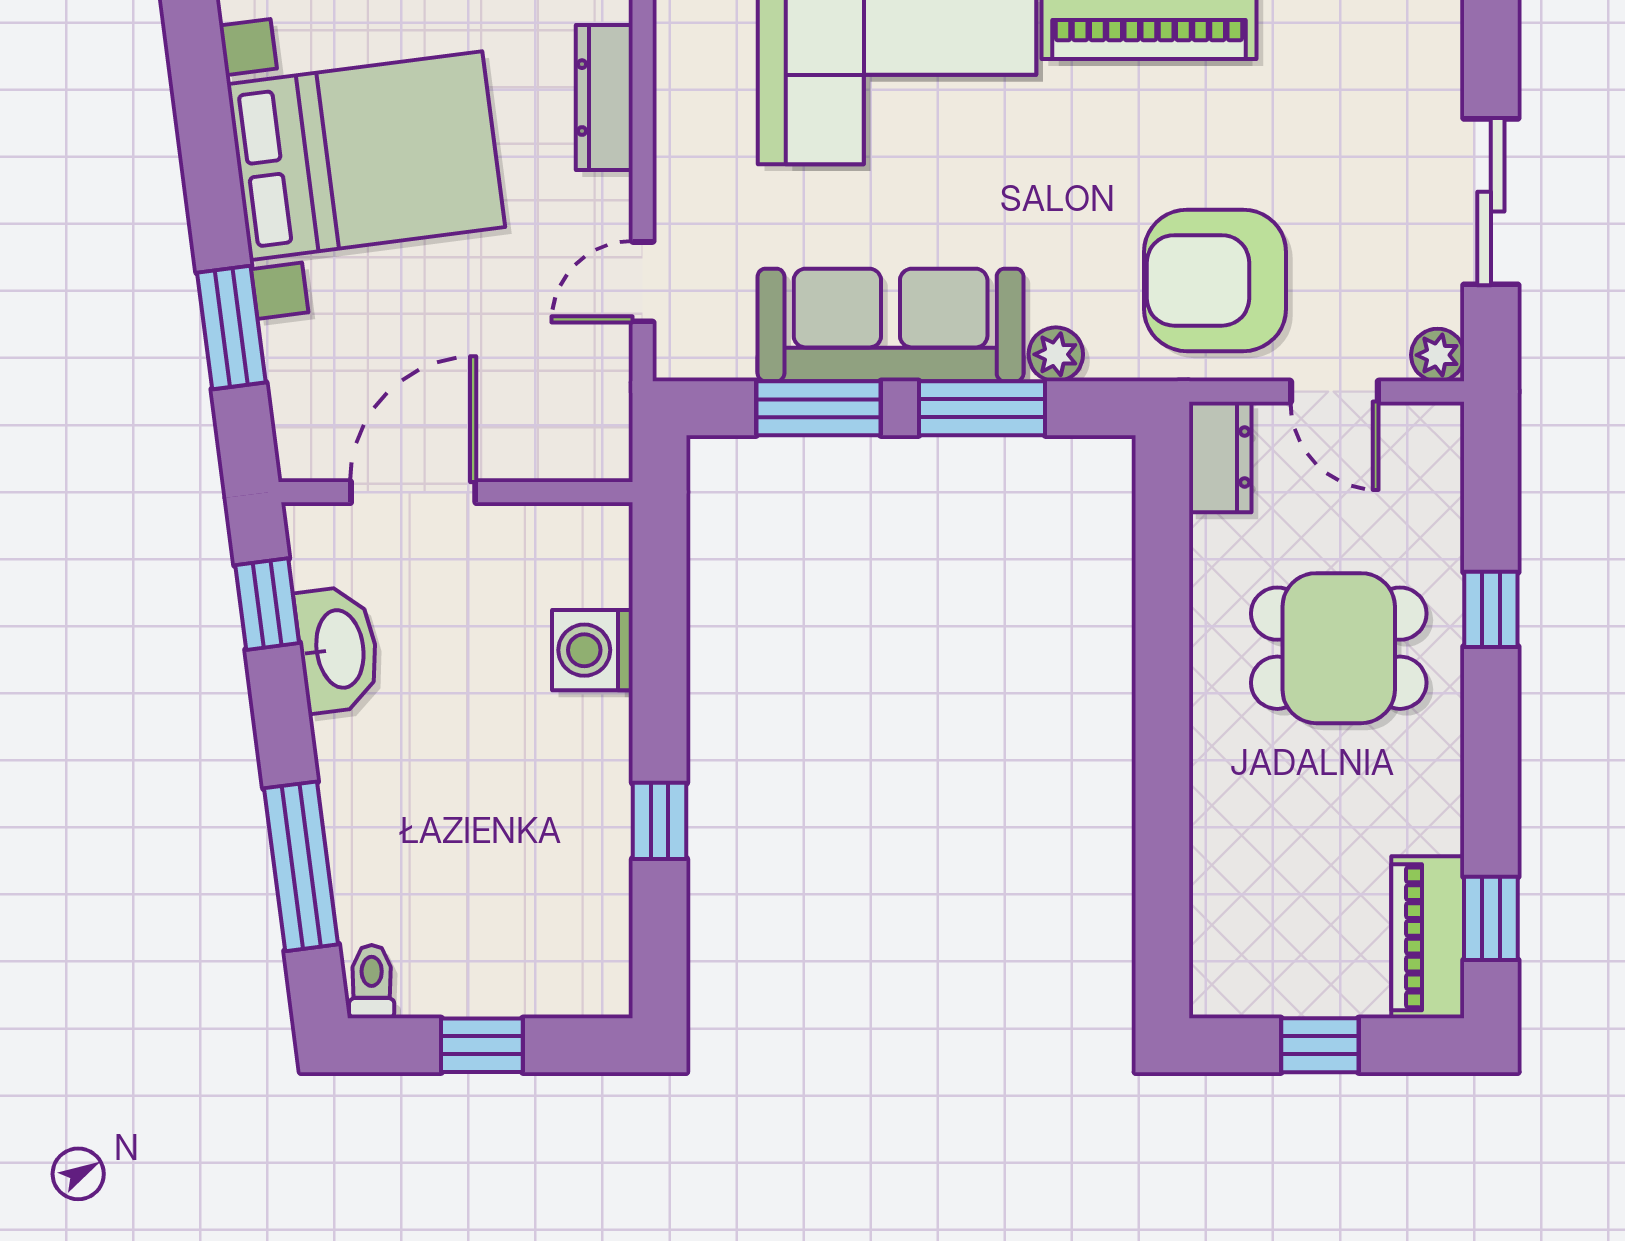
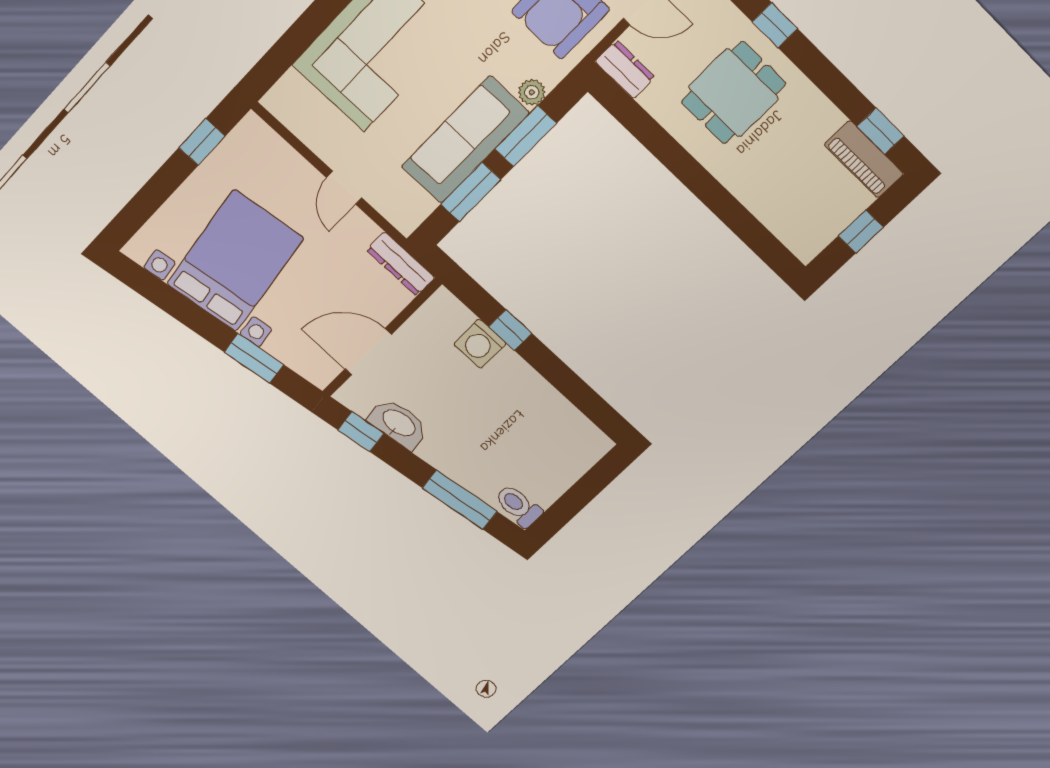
dresser: (604, 98) -> (401, 264), moved
door: (643, 282) -> (344, 188), moved
door: (413, 492) -> (368, 352), hinge flipped
window: (659, 821) -> (510, 330), moved
toilet: (372, 982) -> (518, 506), width x1.37, depth x1.39
window: (482, 1045) -> (576, 498), removed

